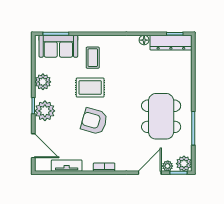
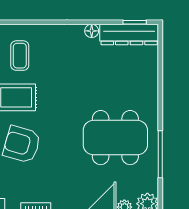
dining table: (161, 116) -> (115, 138), turned 90

